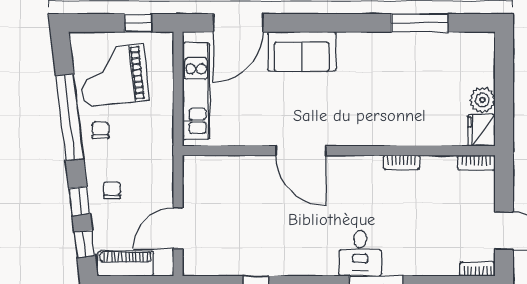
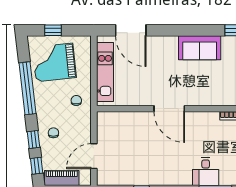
window: (138, 23) -> (53, 30), moved
door: (238, 23) -> (131, 30), hinge flipped
sofa: (302, 51) -> (200, 48), moved
chair: (100, 130) -> (76, 100), moved

